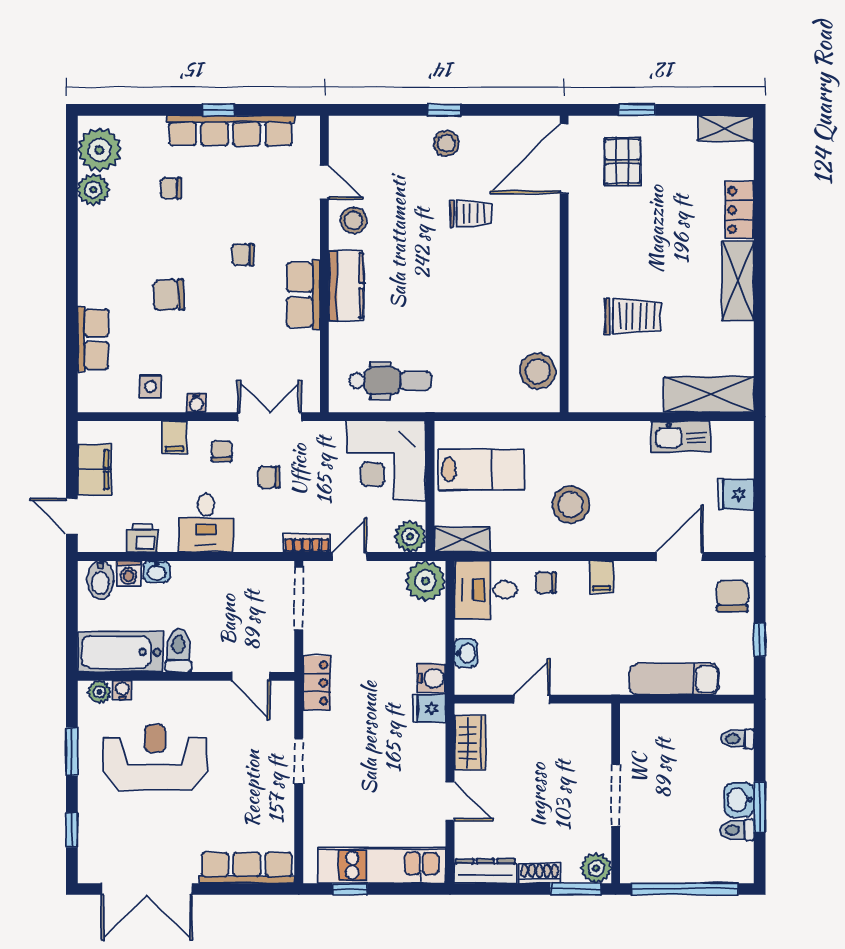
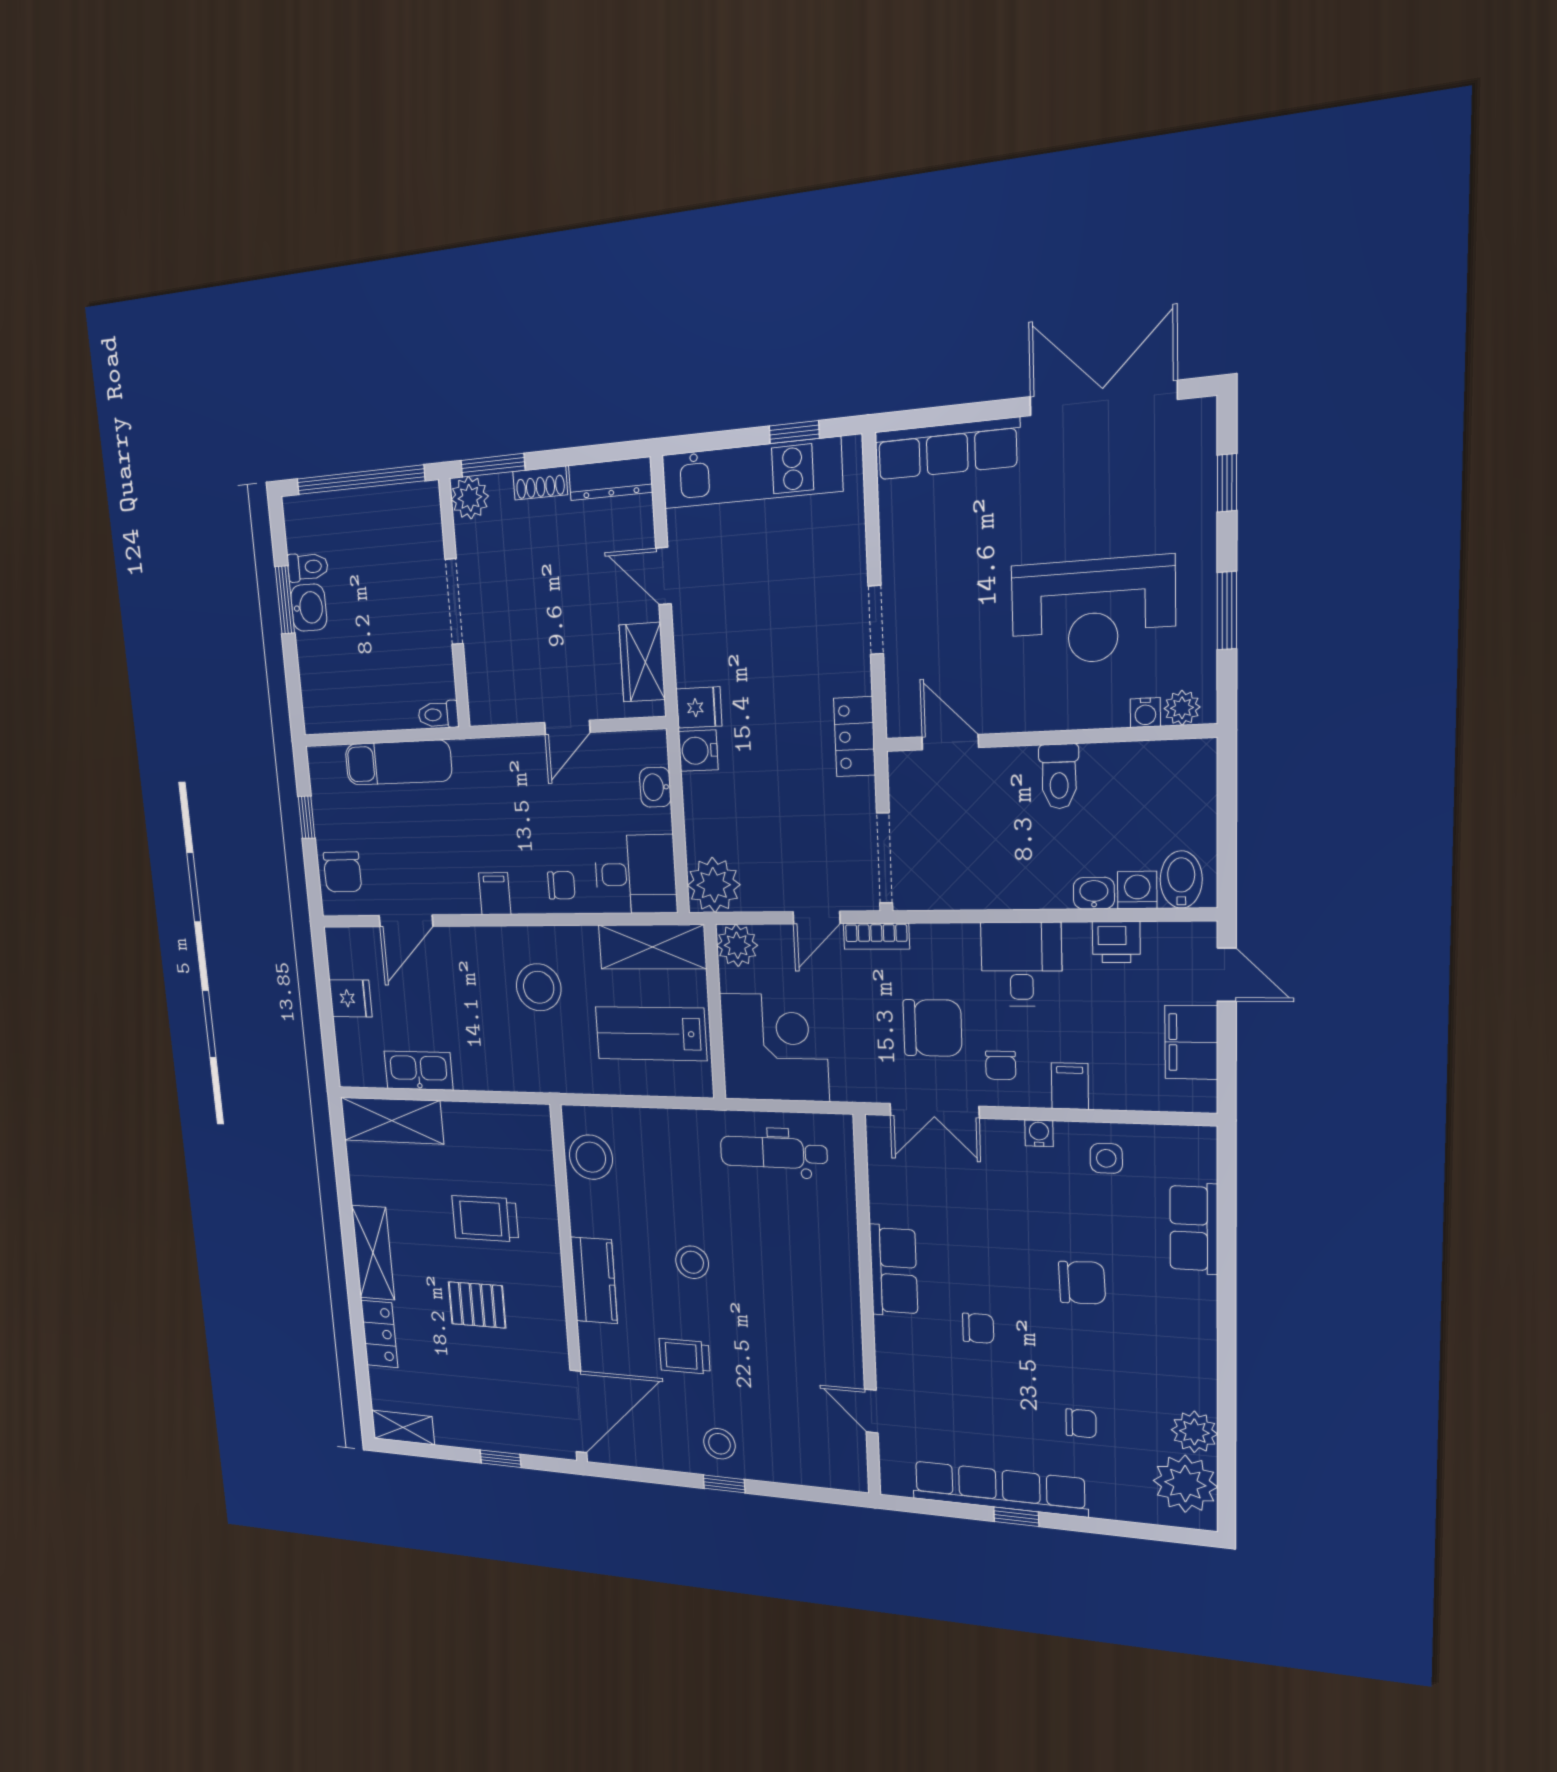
pallet: (623, 162) -> (477, 1305), moved, turned 90
stool: (354, 220) -> (692, 1262), moved
kitchen counter: (346, 286) -> (594, 1280), moved, turned 180
chair: (269, 477) -> (932, 1028), width x1.87, depth x1.87
shelving: (462, 540) -> (652, 947), width x1.50, depth x1.33
bathtub: (121, 652) -> (1149, 771), removed
toilet: (737, 739) -> (438, 715), moved, turned 180

